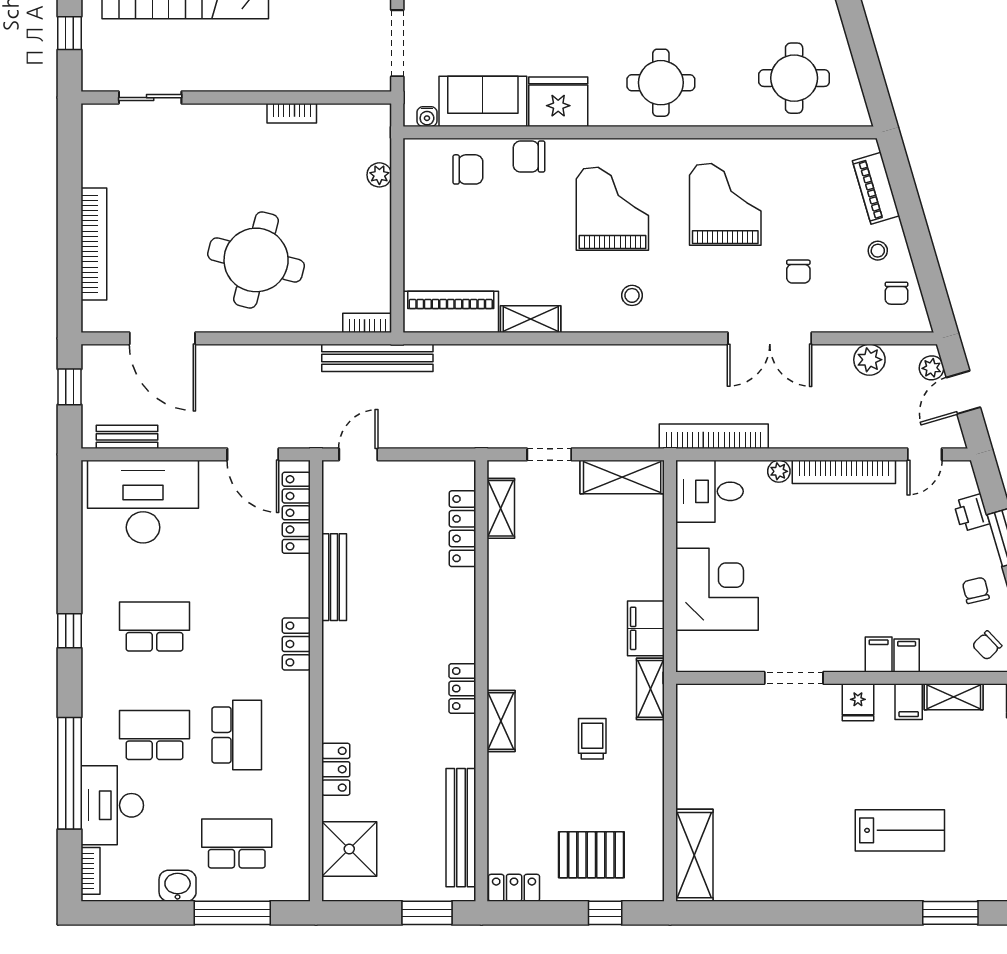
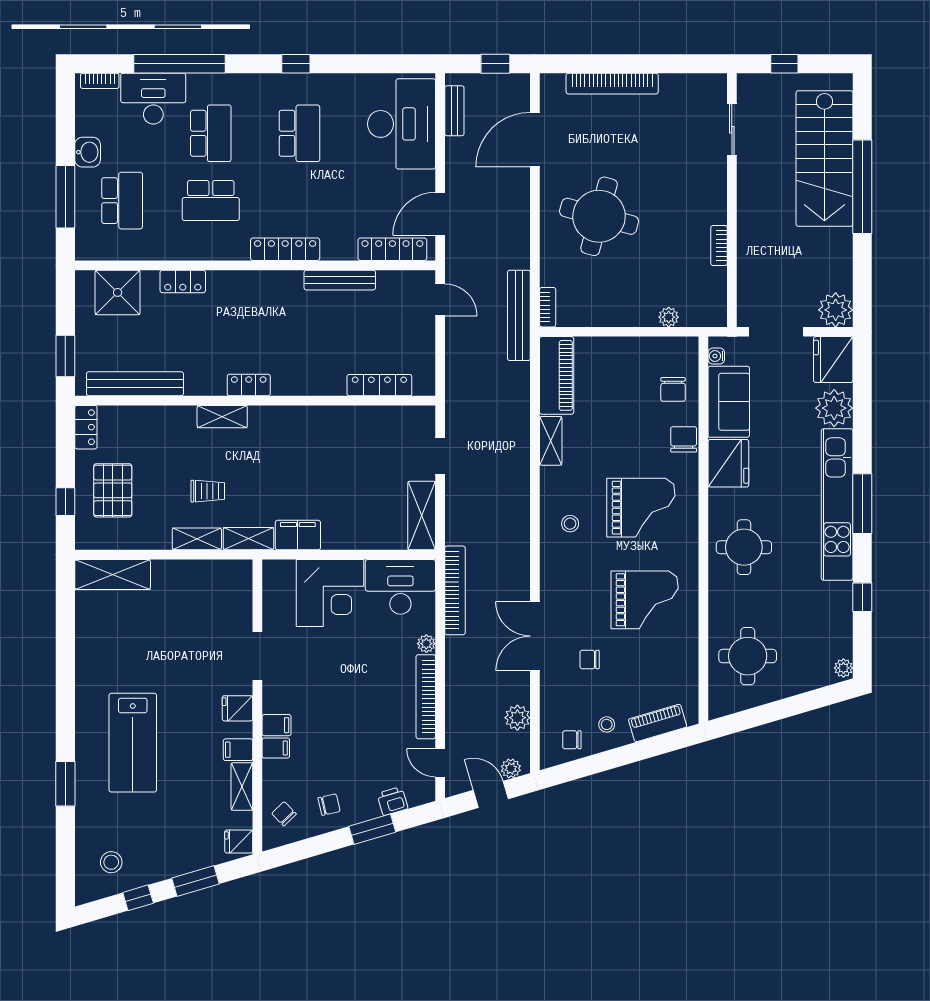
desk: (709, 491) -> (400, 587), width x1.37
shelving: (501, 508) -> (197, 539), moved
locker: (296, 644) -> (285, 249), width x1.53
lab bench: (900, 830) -> (133, 743), width x1.36, depth x1.39

